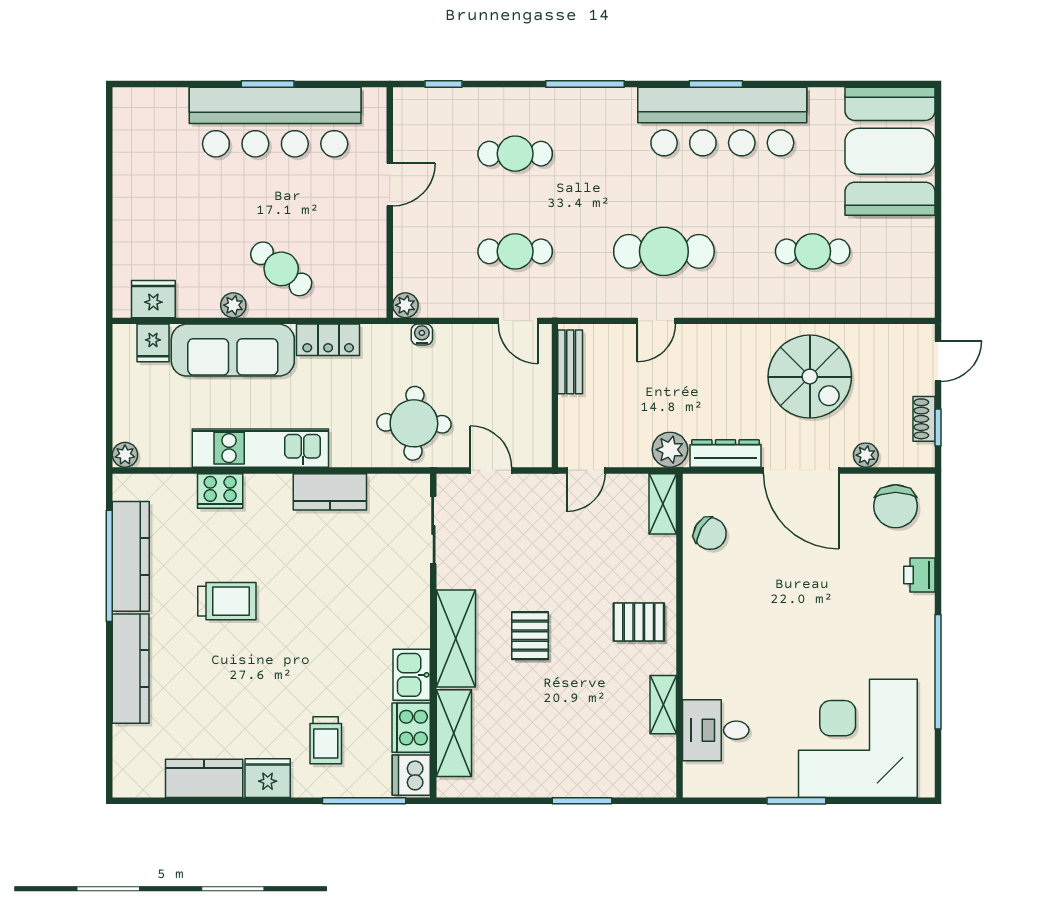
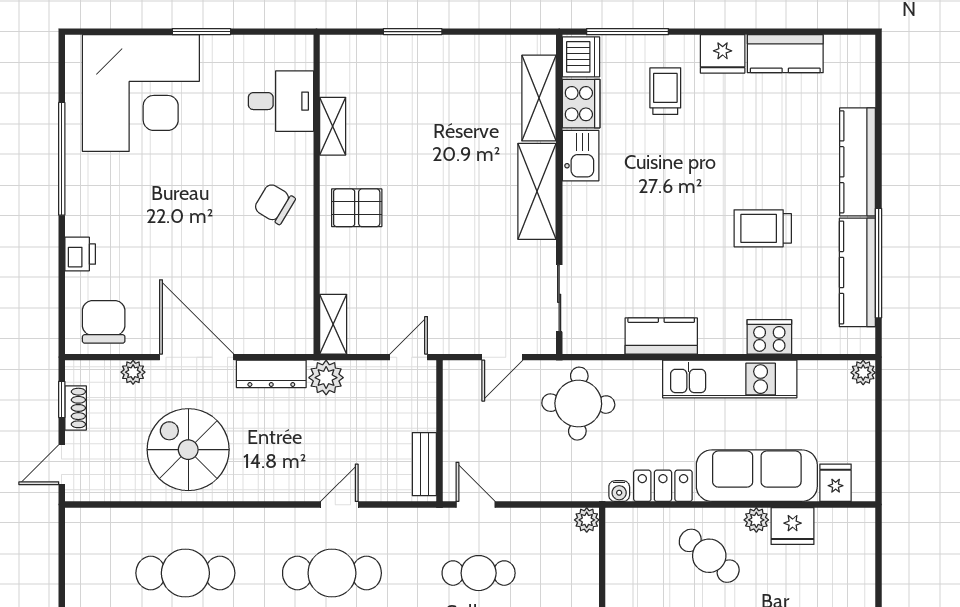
cafe table: (813, 251) -> (185, 573), width x1.37, depth x1.35
fridge: (153, 299) -> (793, 526), moved
water cooler: (422, 335) -> (619, 491), moved
door: (491, 470) -> (502, 357), hinge flipped
chair: (710, 534) -> (274, 204), moved
pallet: (530, 636) -> (464, 194), removed

